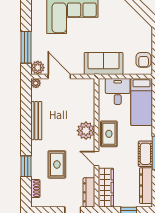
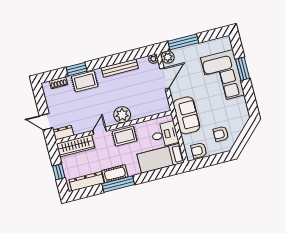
armchair: (132, 33) -> (221, 134), added
rug: (57, 164) -> (85, 81), moved
dresser: (89, 192) -> (63, 133), width x0.70

